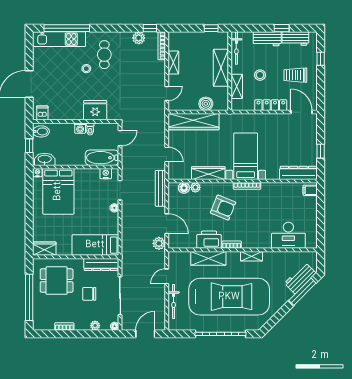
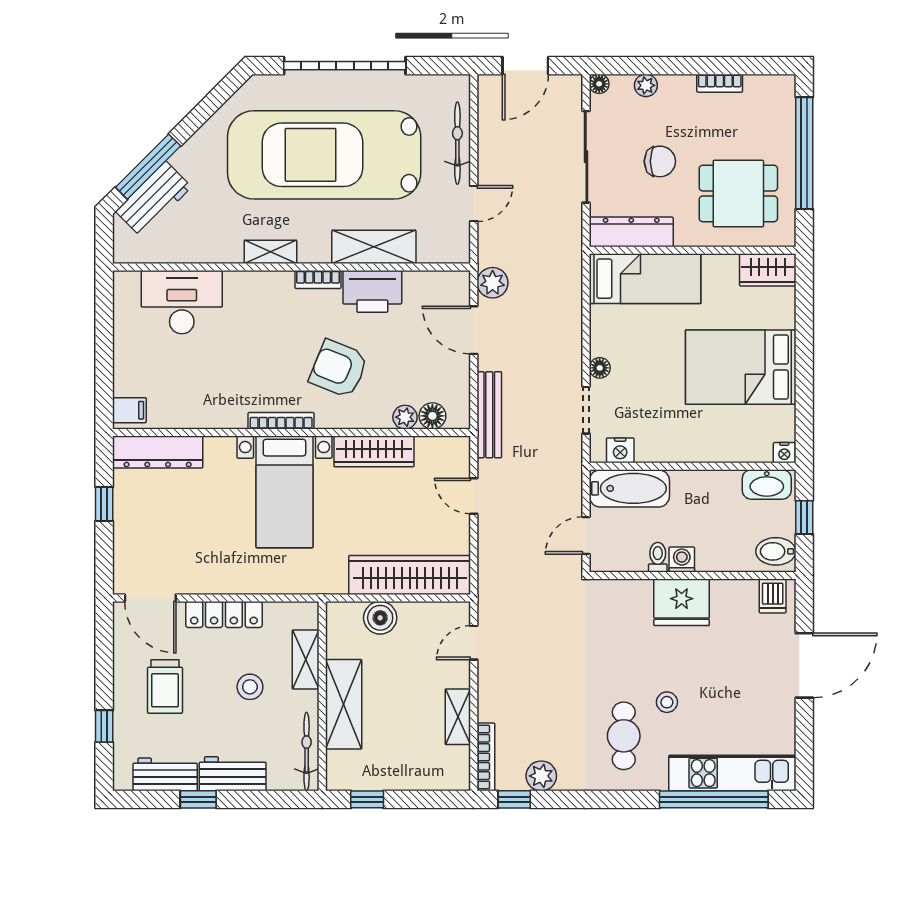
trolley: (295, 75) -> (165, 687), turned 90
fridge: (95, 110) -> (682, 602), moved
bed: (58, 191) -> (741, 367), moved, turned -90

